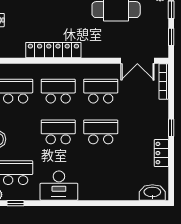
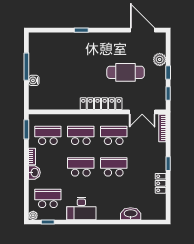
locker: (53, 50) -> (101, 104), moved
washbasin: (152, 192) -> (131, 214), moved

